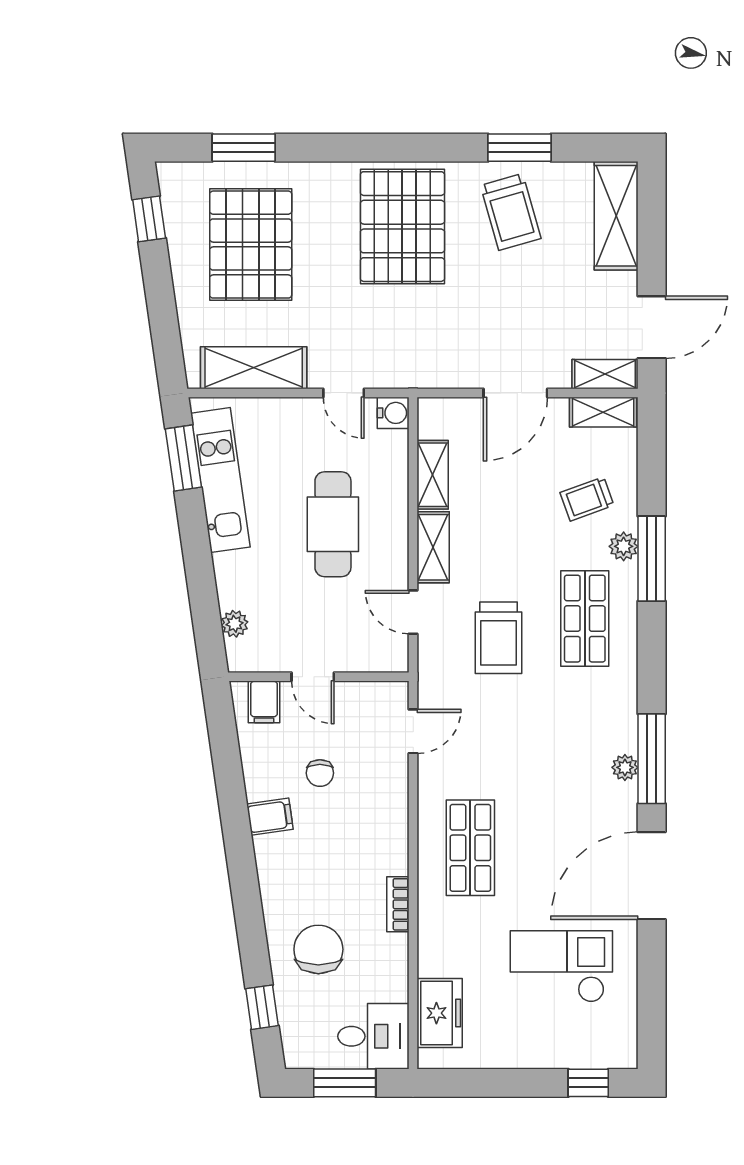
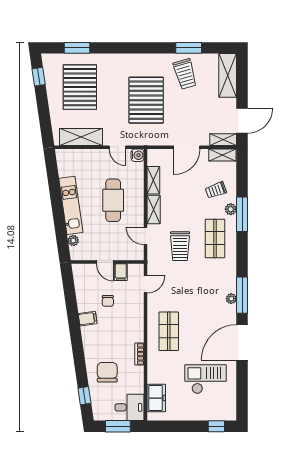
pallet: (402, 227) -> (146, 100), moved
window: (183, 458) -> (53, 173), removed
kitchen unit: (220, 480) -> (71, 205), moved
filing cabinet: (264, 702) -> (121, 272), moved

